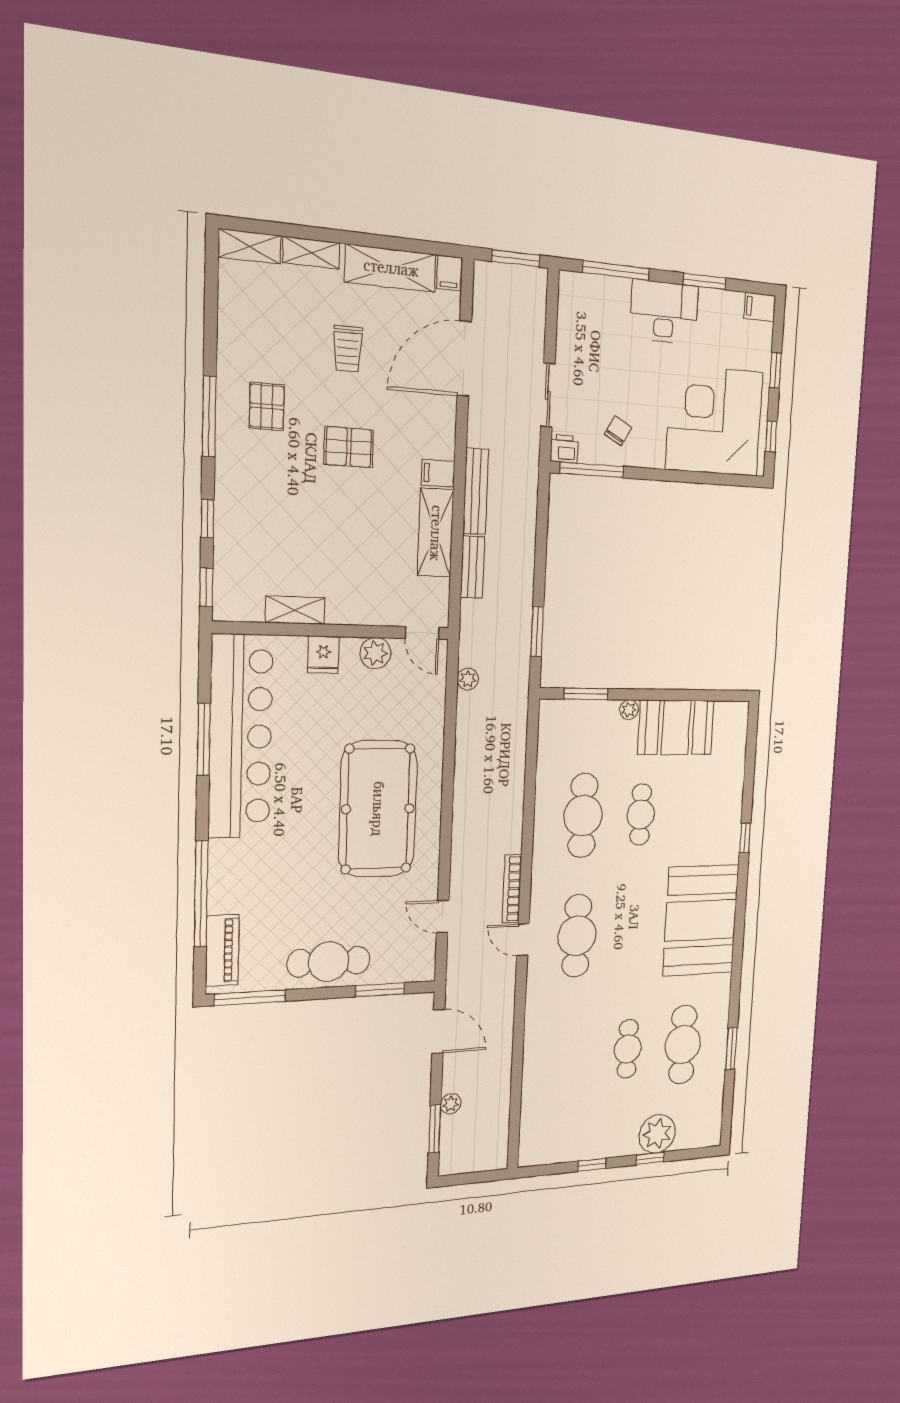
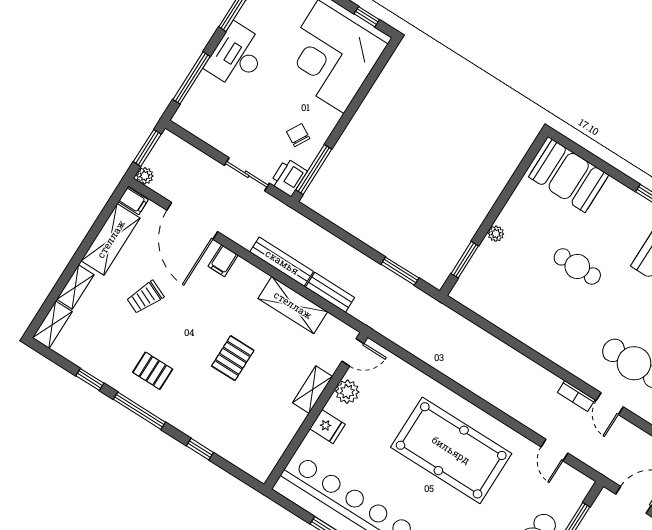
trolley: (348, 349) -> (145, 297), turned 114
pallet: (349, 447) -> (233, 358), moved
printer: (564, 449) -> (289, 177), width x1.36, depth x1.24
filing cabinet: (438, 473) -> (223, 261), moved
window: (206, 587) -> (90, 379), moved
shelving: (295, 610) -> (313, 390), moved
plant: (468, 679) -> (145, 176), moved
booth: (676, 727) -> (569, 176), moved, turned 90
cafe table: (583, 816) -> (550, 310), removed
bookcase: (512, 889) -> (576, 396), width x0.64
door: (443, 917) -> (554, 450), hinge flipped
door: (523, 940) -> (610, 404), hinge flipped

